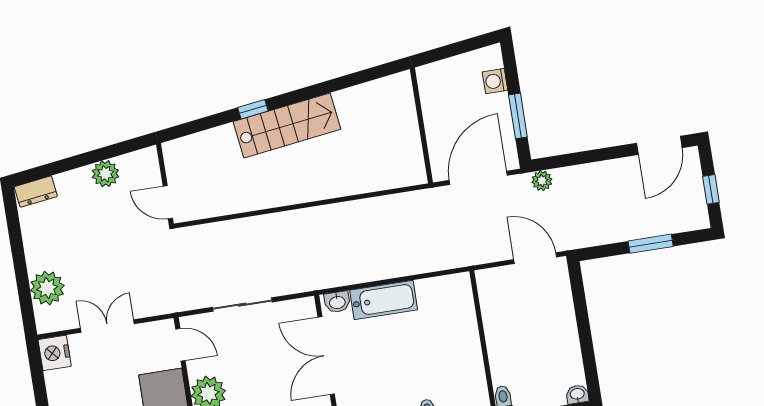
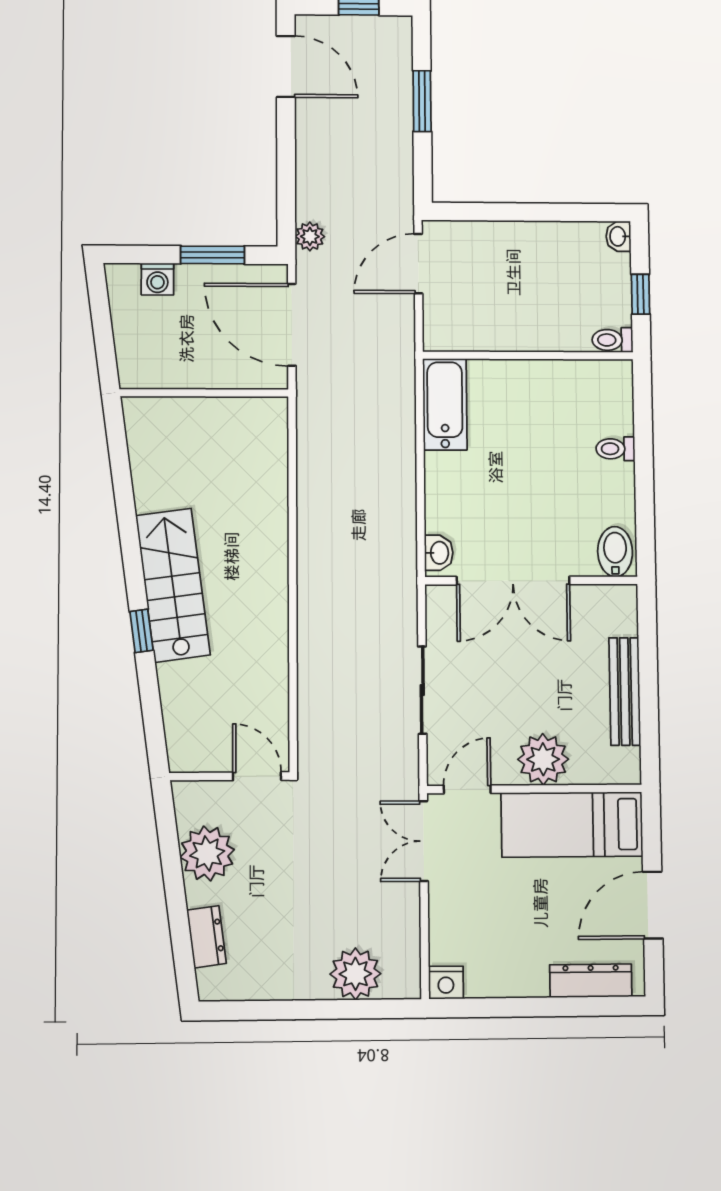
plant: (105, 174) -> (207, 853), width x1.36, depth x1.36
dresser: (36, 192) -> (206, 937), moved
door: (168, 202) -> (257, 776), swing flipped
bathtub: (384, 300) -> (445, 404), moved
double door: (107, 326) -> (424, 841), moved
nightstand: (55, 353) -> (446, 983), width x0.74, depth x0.75

